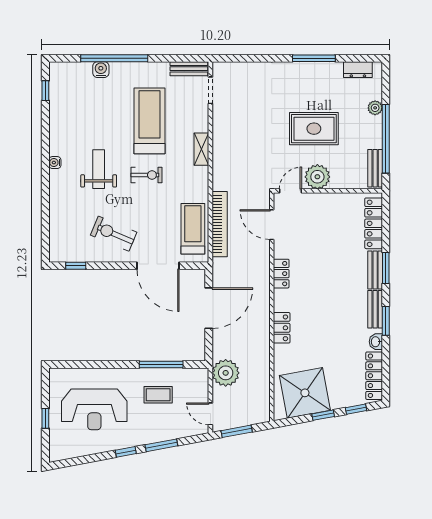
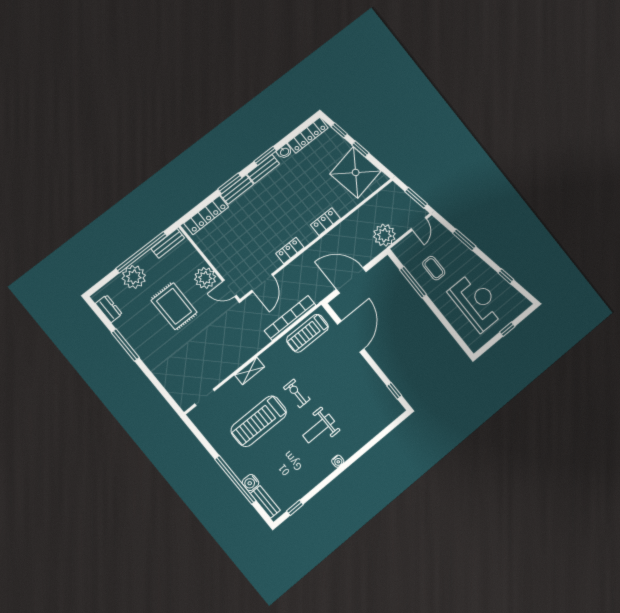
bench: (189, 69) -> (265, 502), moved
plant: (375, 108) -> (134, 277), width x1.87, depth x1.87
exercise bike: (114, 234) -> (353, 383), removed
window: (126, 452) -> (506, 276), moved

